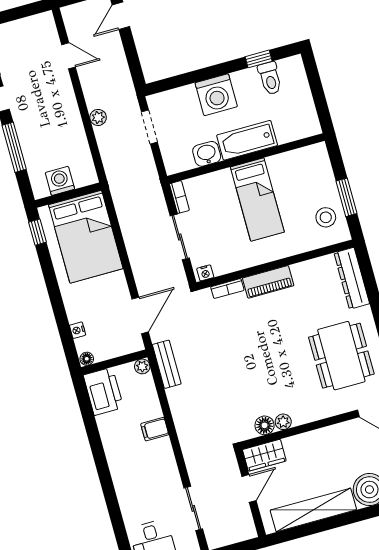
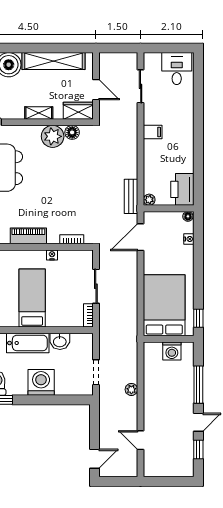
nightstand: (205, 273) -> (52, 255), moved
piano: (268, 282) -> (28, 236), moved
plant: (283, 422) -> (53, 136), width x1.87, depth x1.87
filing cabinet: (155, 429) -> (153, 132), moved
shelving: (314, 438) -> (39, 113), added
door: (249, 488) -> (96, 90), swing flipped

